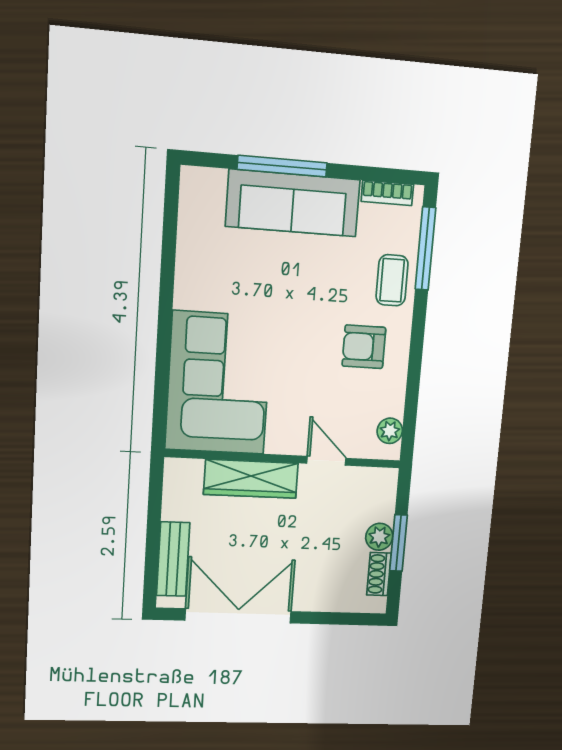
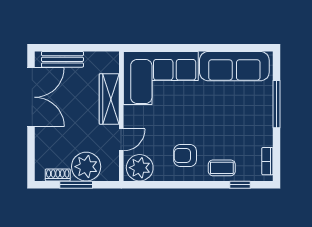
sofa: (293, 203) -> (234, 66), moved, turned -90
window: (425, 249) -> (240, 185), width x0.46
armchair: (364, 347) -> (185, 155), turned -90
plant: (390, 431) -> (140, 168), width x1.88, depth x1.88
plant: (379, 537) -> (86, 167), width x1.88, depth x1.88

